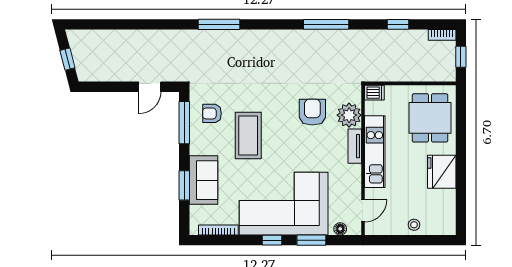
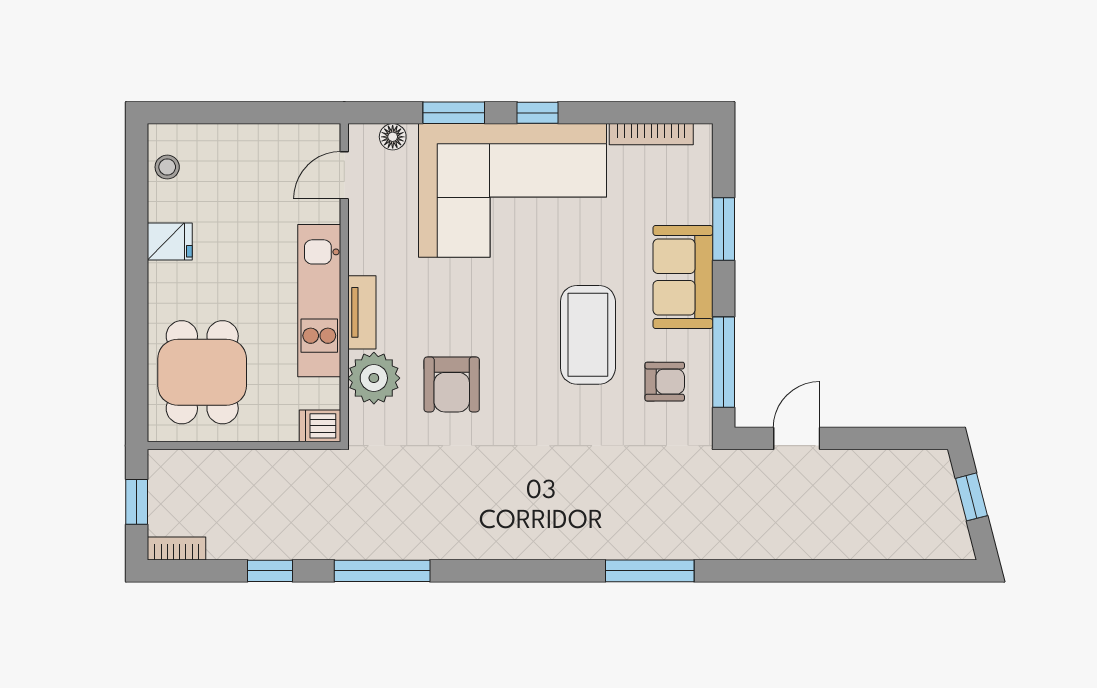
window: (326, 24) -> (382, 571), moved
fridge: (442, 172) -> (170, 242), width x0.53, depth x0.75
sofa: (203, 180) -> (683, 277), moved
stool: (414, 225) -> (167, 167), moved

